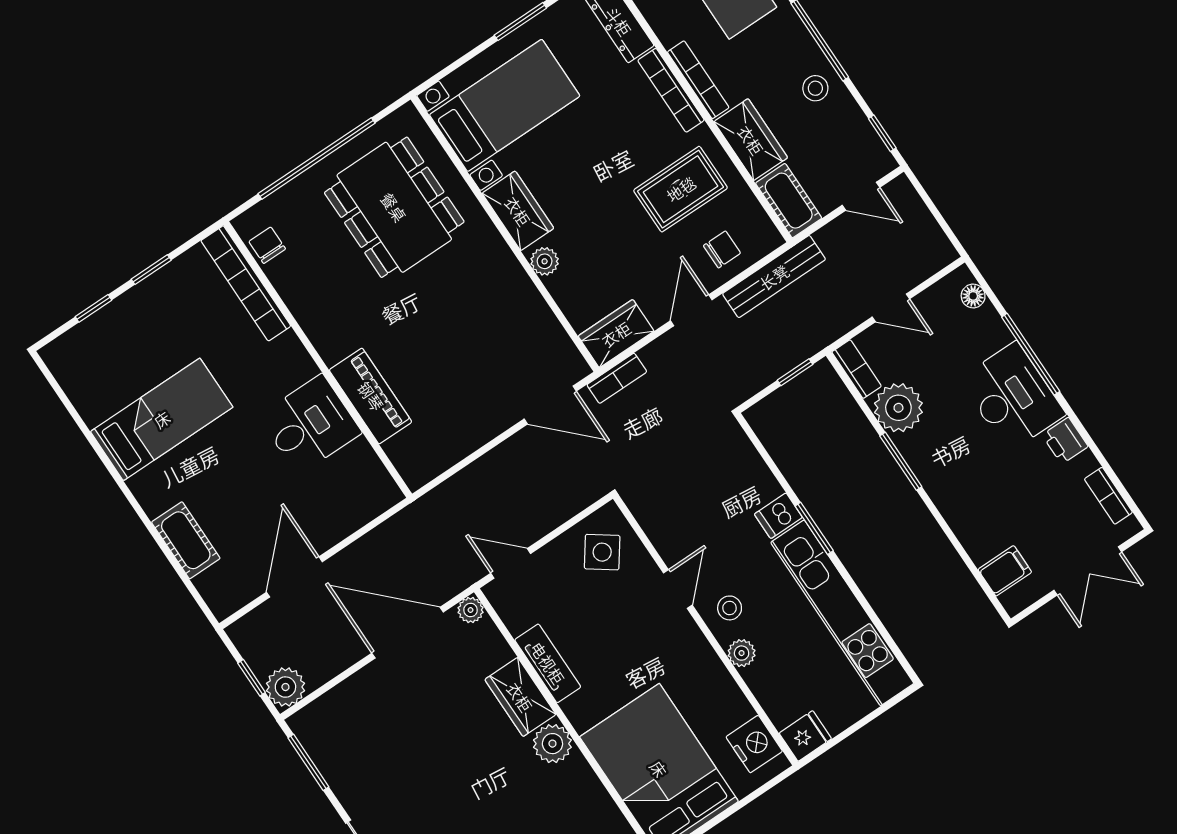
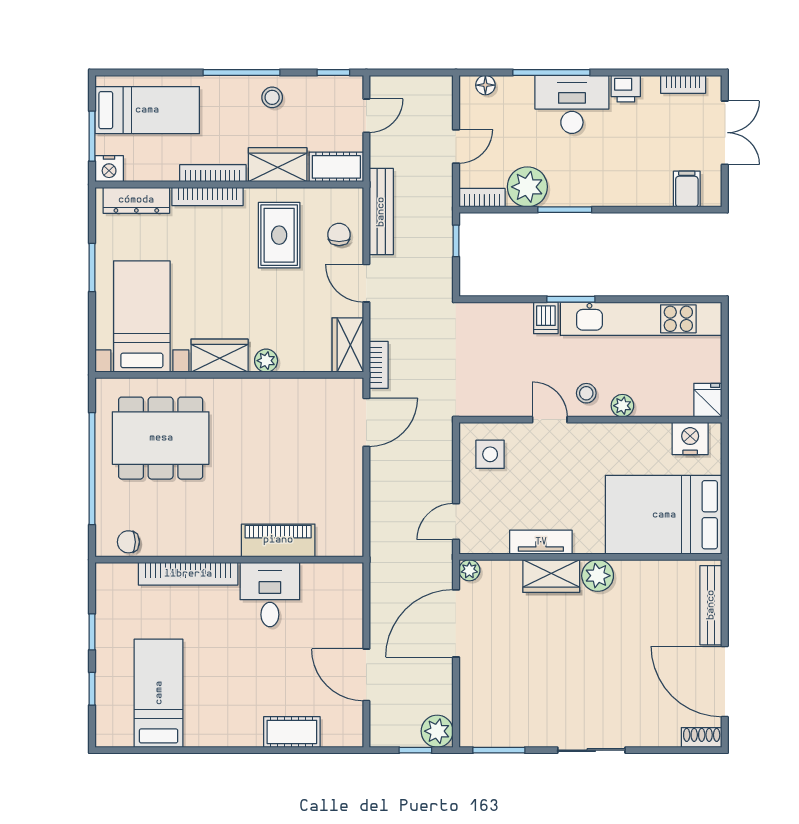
bookcase: (246, 283) -> (188, 574), moved
bed: (162, 419) -> (159, 693), moved
side table: (602, 552) -> (490, 454), turned -36

